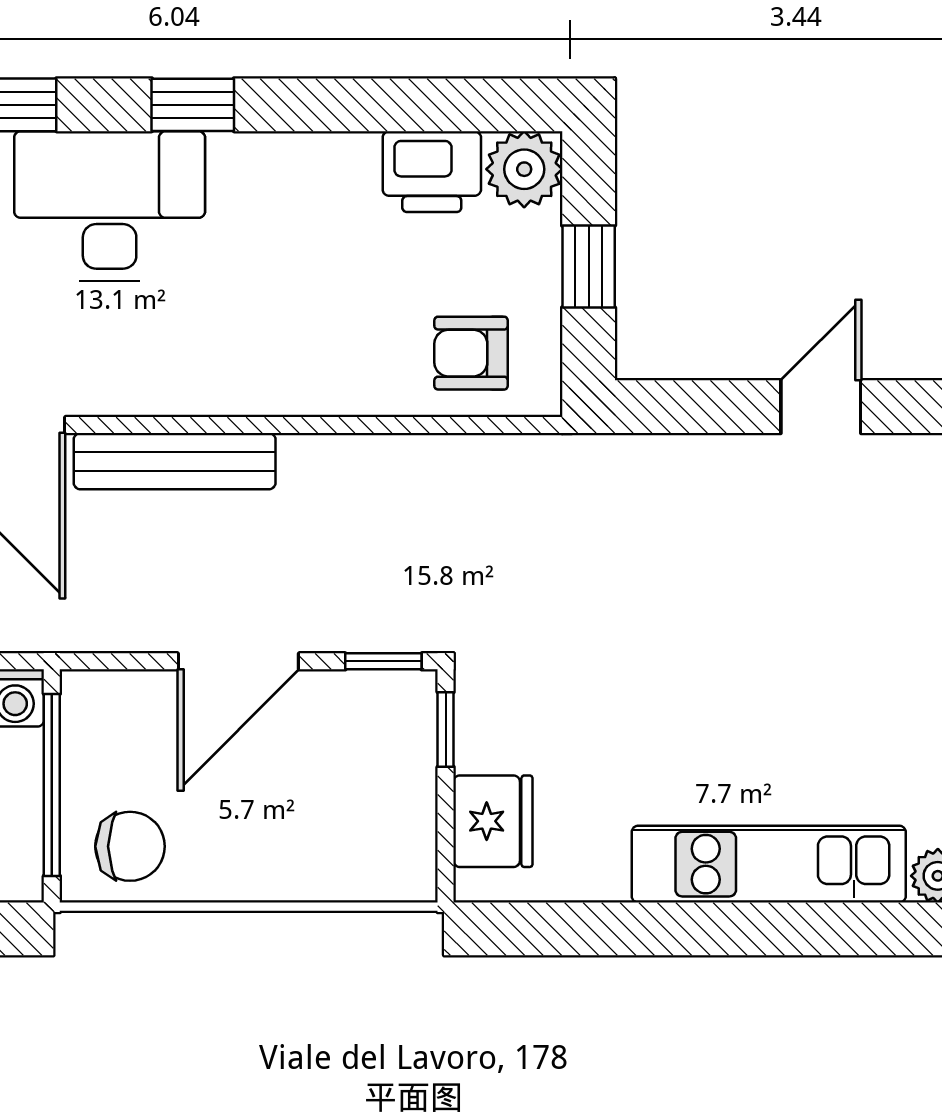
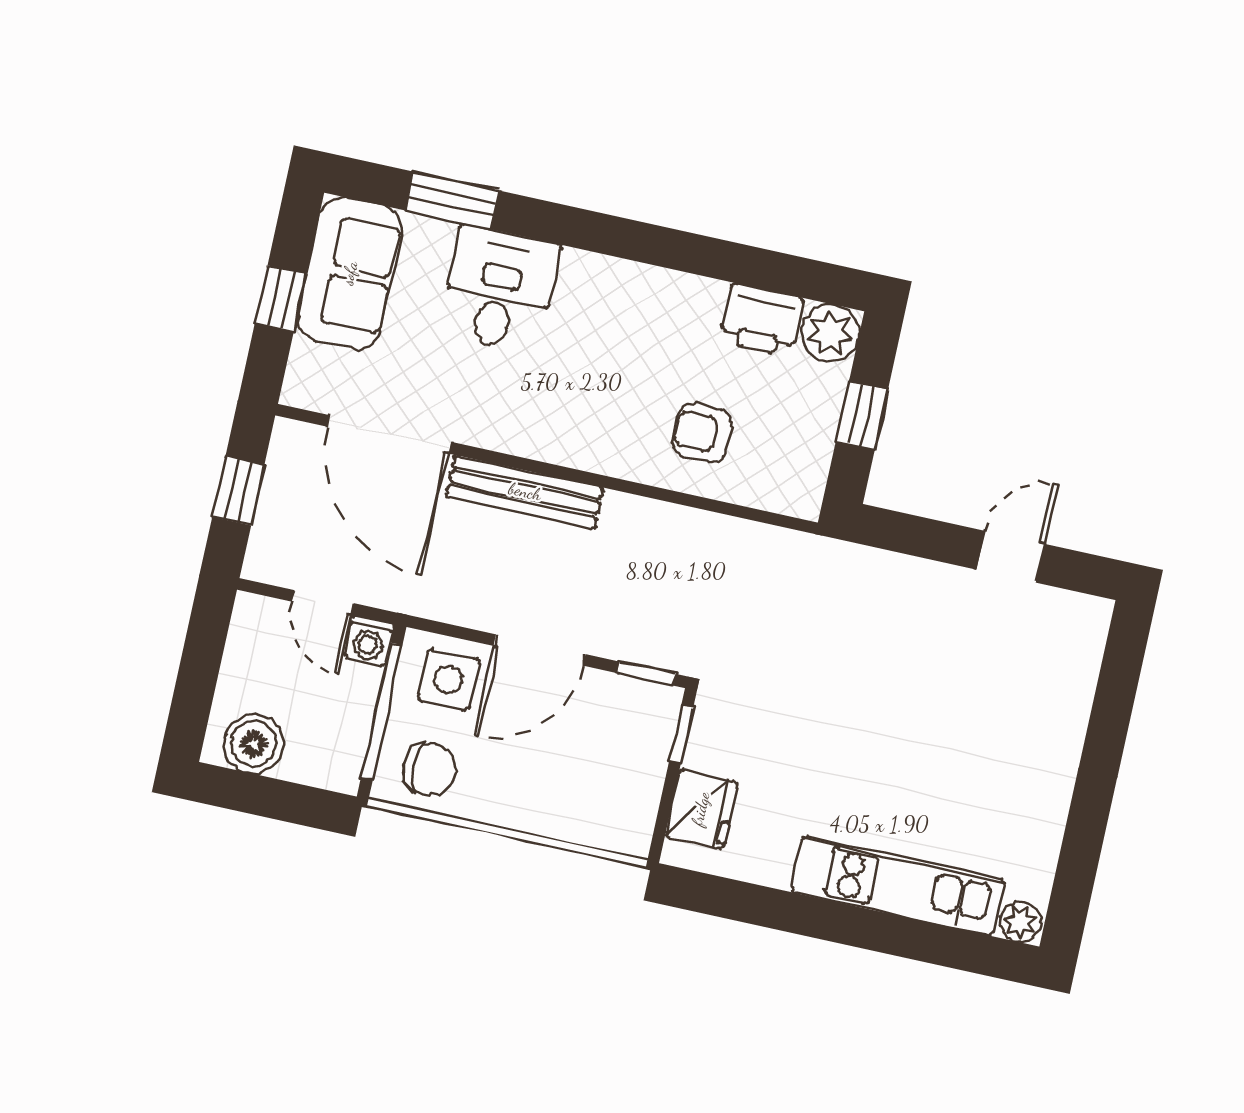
window: (193, 105) -> (596, 232), removed
desk: (110, 206) -> (499, 289), width x0.73
armchair: (471, 353) -> (702, 433), moved
side table: (129, 725) -> (448, 680), added

